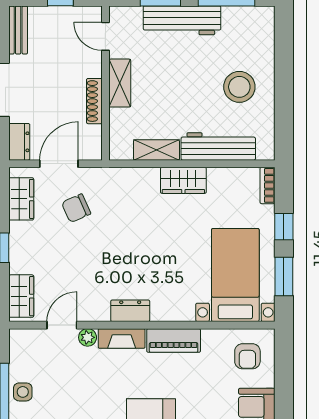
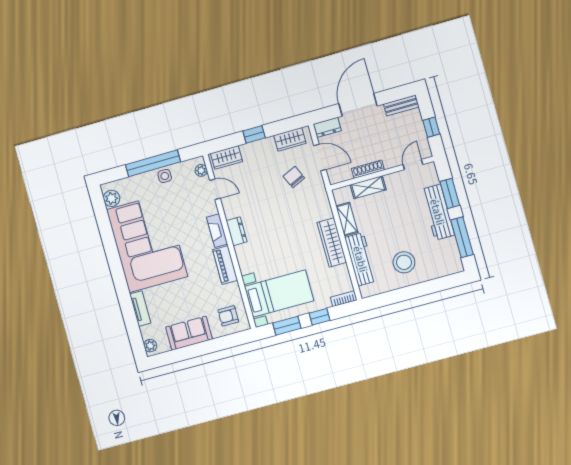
shelving: (120, 83) -> (368, 187), moved
wardrobe: (183, 180) -> (332, 242), width x1.50
plant: (88, 337) -> (201, 170), moved

